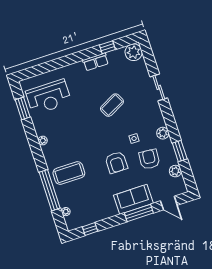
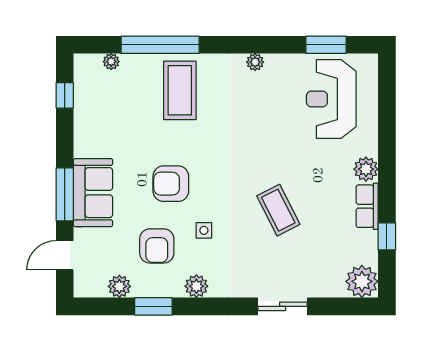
plant: (78, 68) -> (366, 169), added
armchair: (149, 159) -> (157, 246), turned 85

